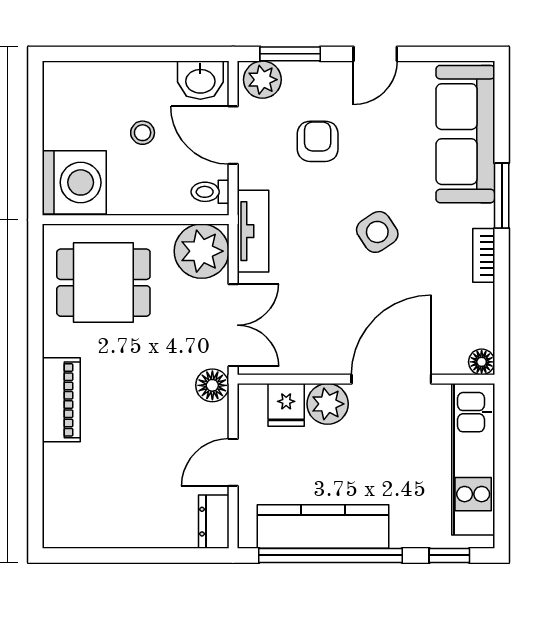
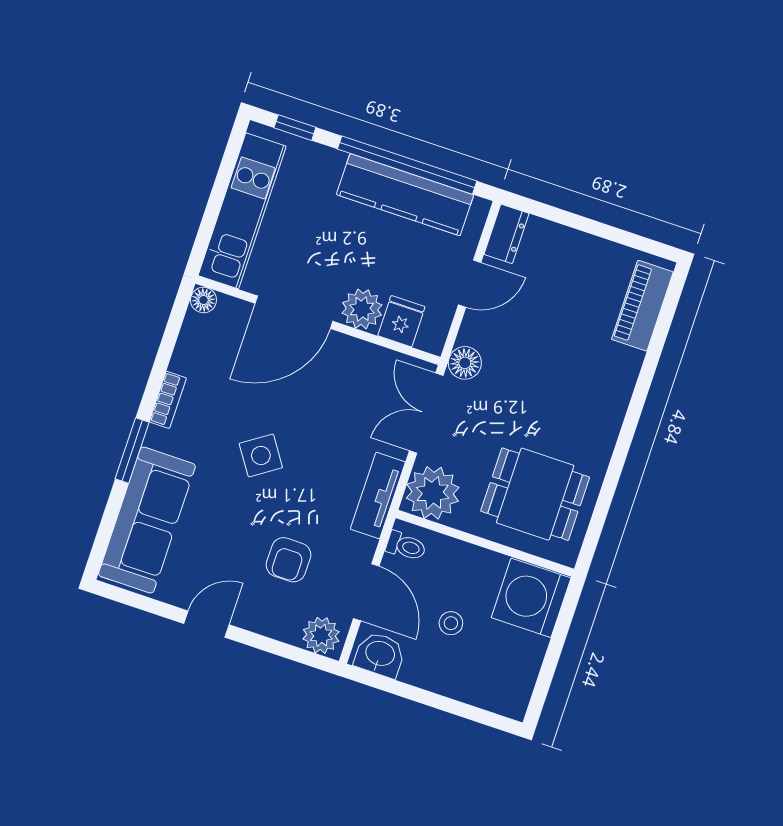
window: (290, 54) -> (287, 651), removed
piano: (61, 400) -> (642, 306), moved

